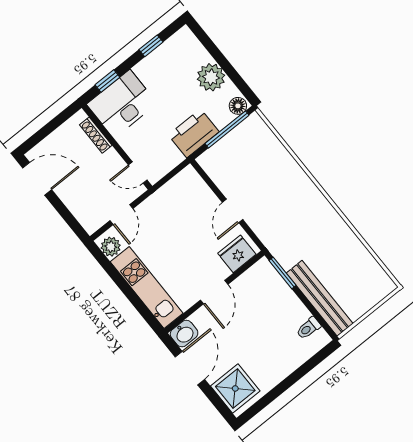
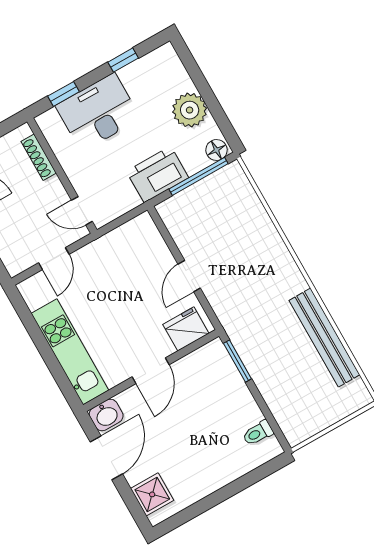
desk: (122, 104) -> (98, 112), moved
plant: (111, 247) -> (35, 295), removed
bench: (320, 298) -> (324, 338), moved
shower: (235, 388) -> (152, 494), width x0.73, depth x0.73

